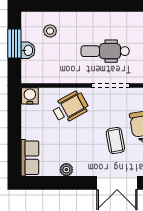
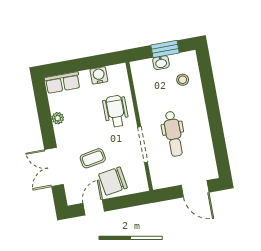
dental chair: (105, 51) -> (173, 134), turned 180
water cooler: (30, 96) -> (99, 75), moved, turned -90
wheelchair: (70, 107) -> (116, 111), turned -151

